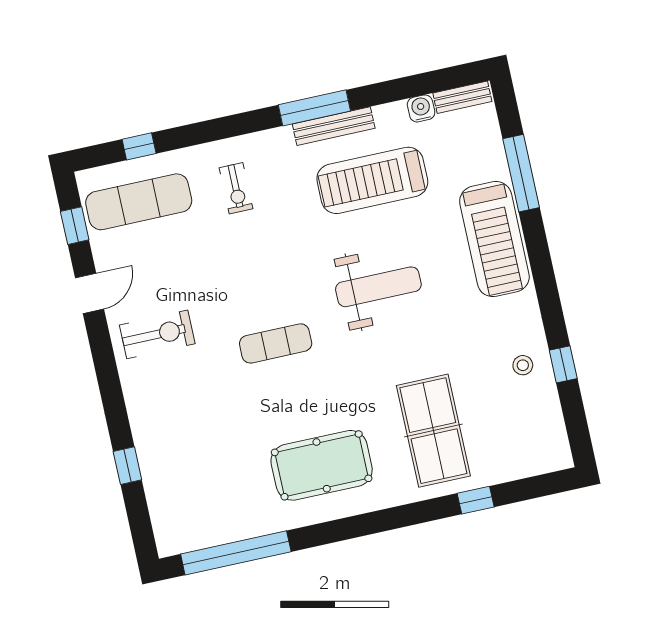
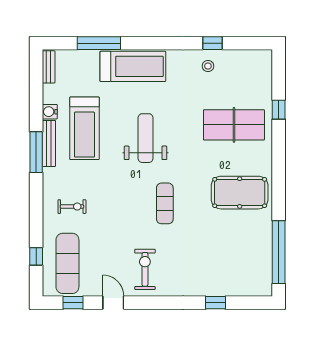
water cooler: (421, 108) -> (50, 112), moved
pool table: (322, 465) -> (240, 193), turned 90

